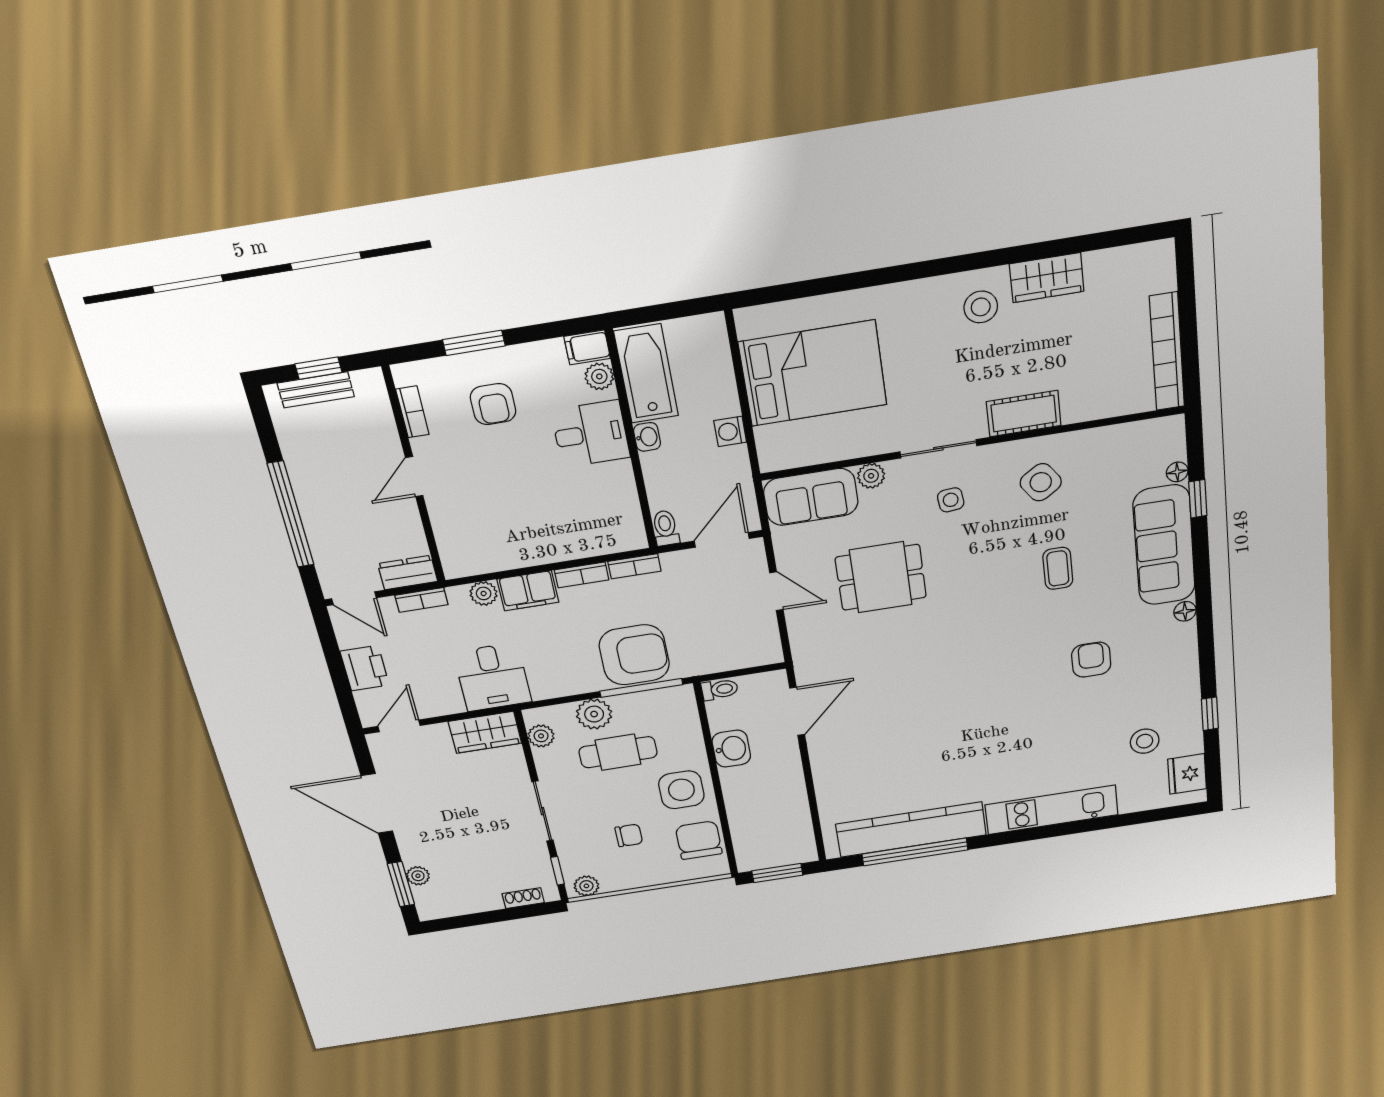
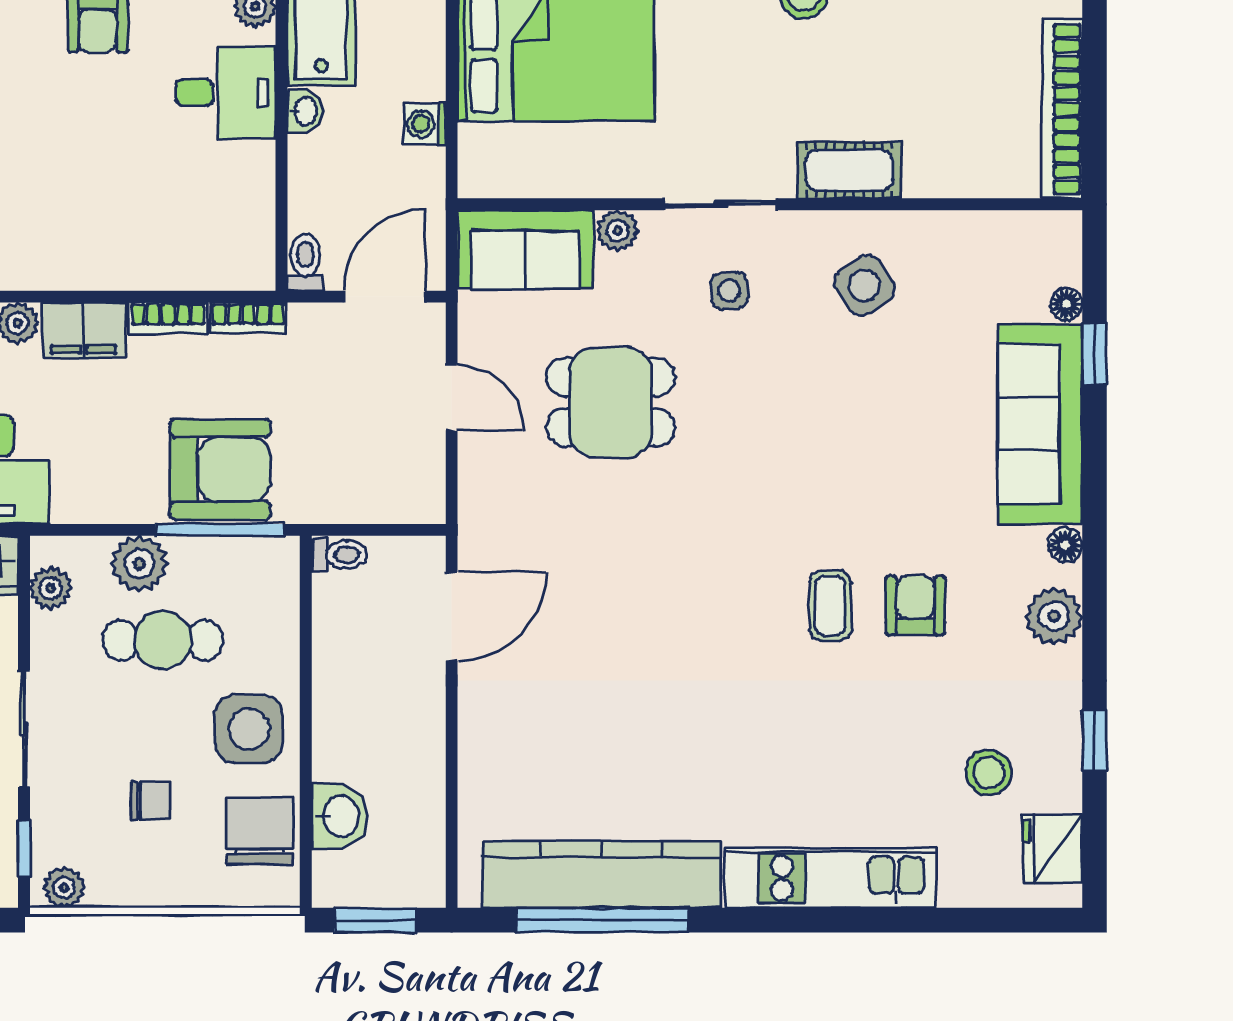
coffee table: (1058, 568) -> (830, 606), moved
plant: (1180, 652) -> (1054, 616), added
washbasin: (731, 749) -> (339, 816), moved

